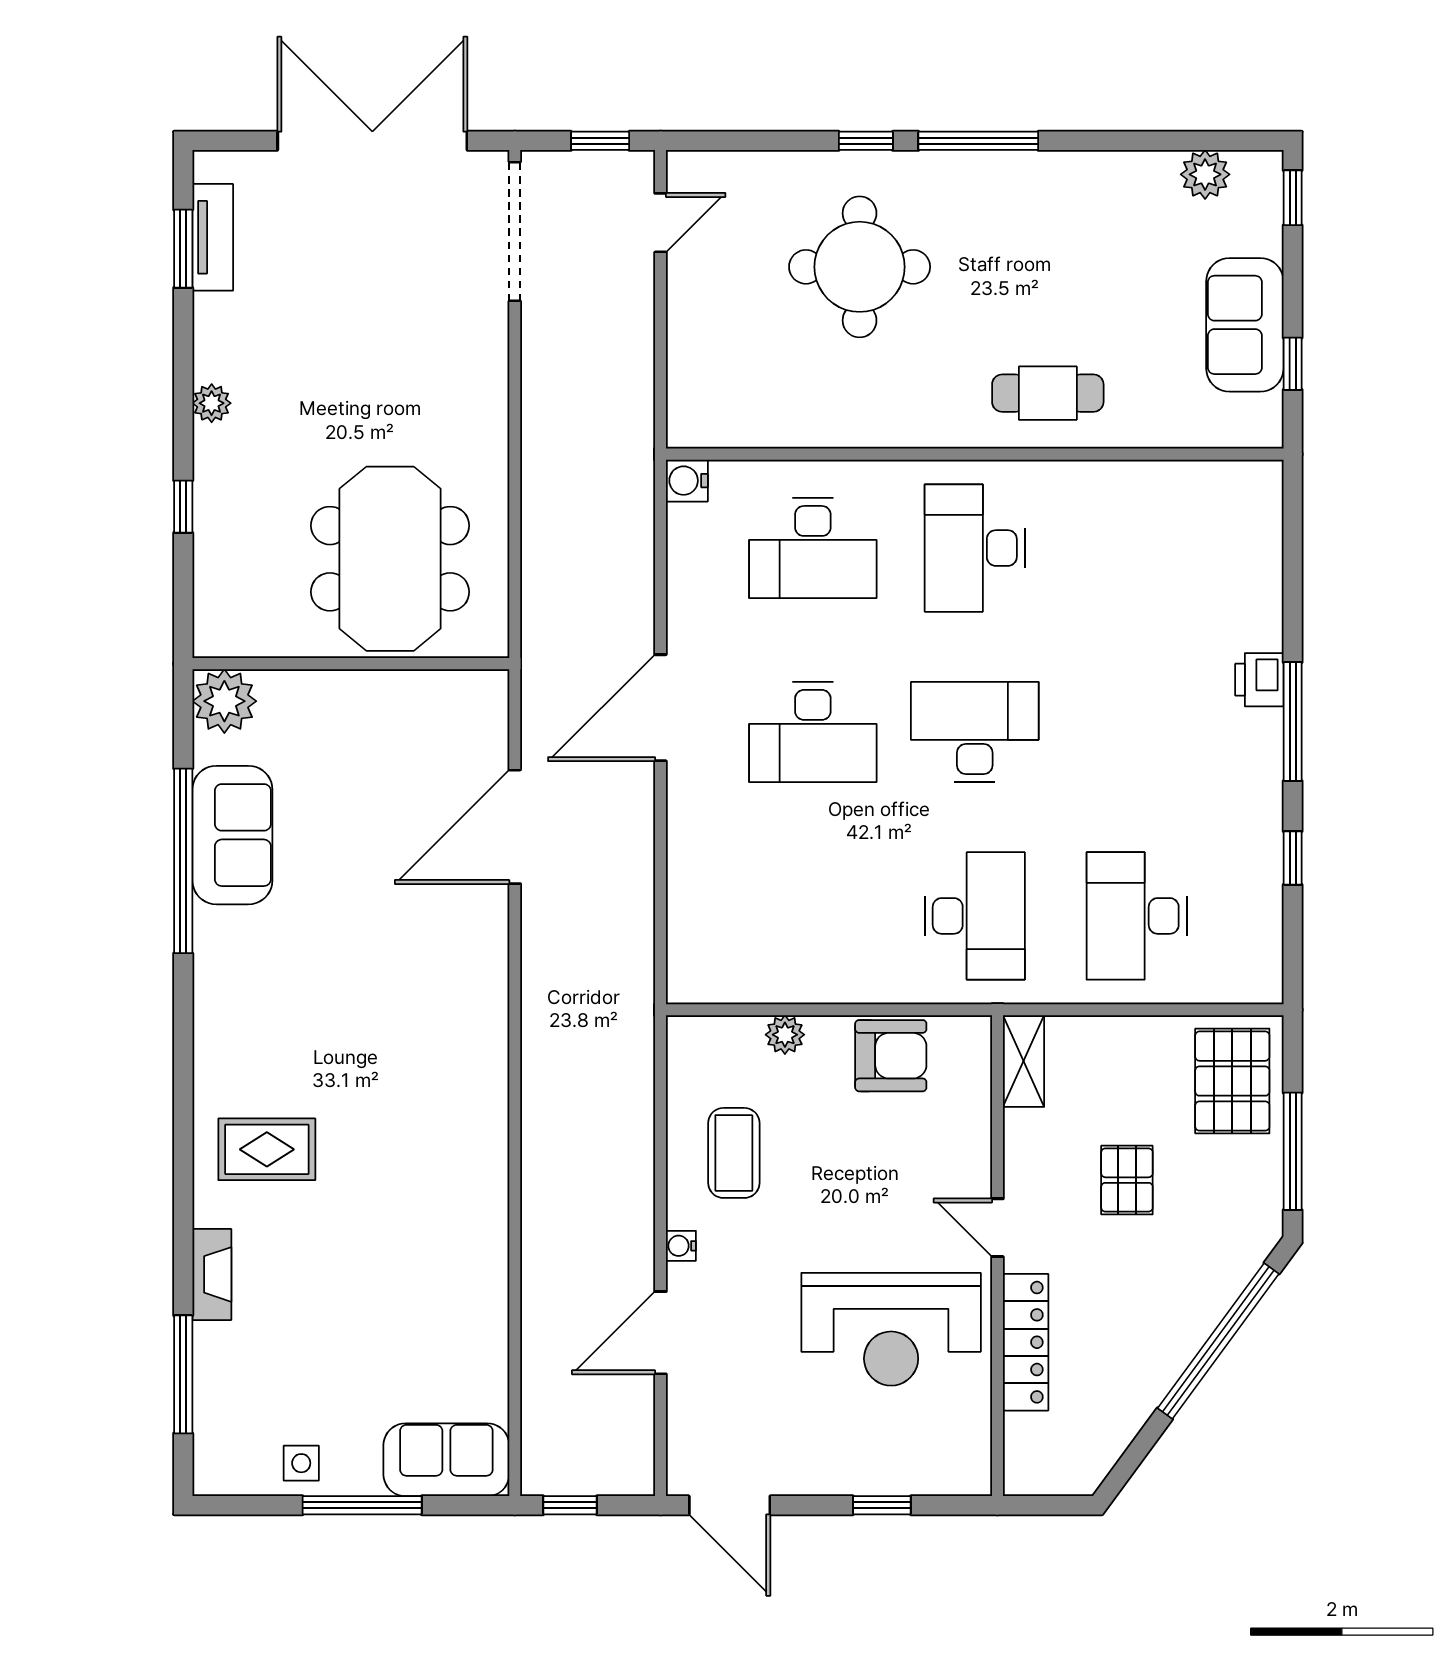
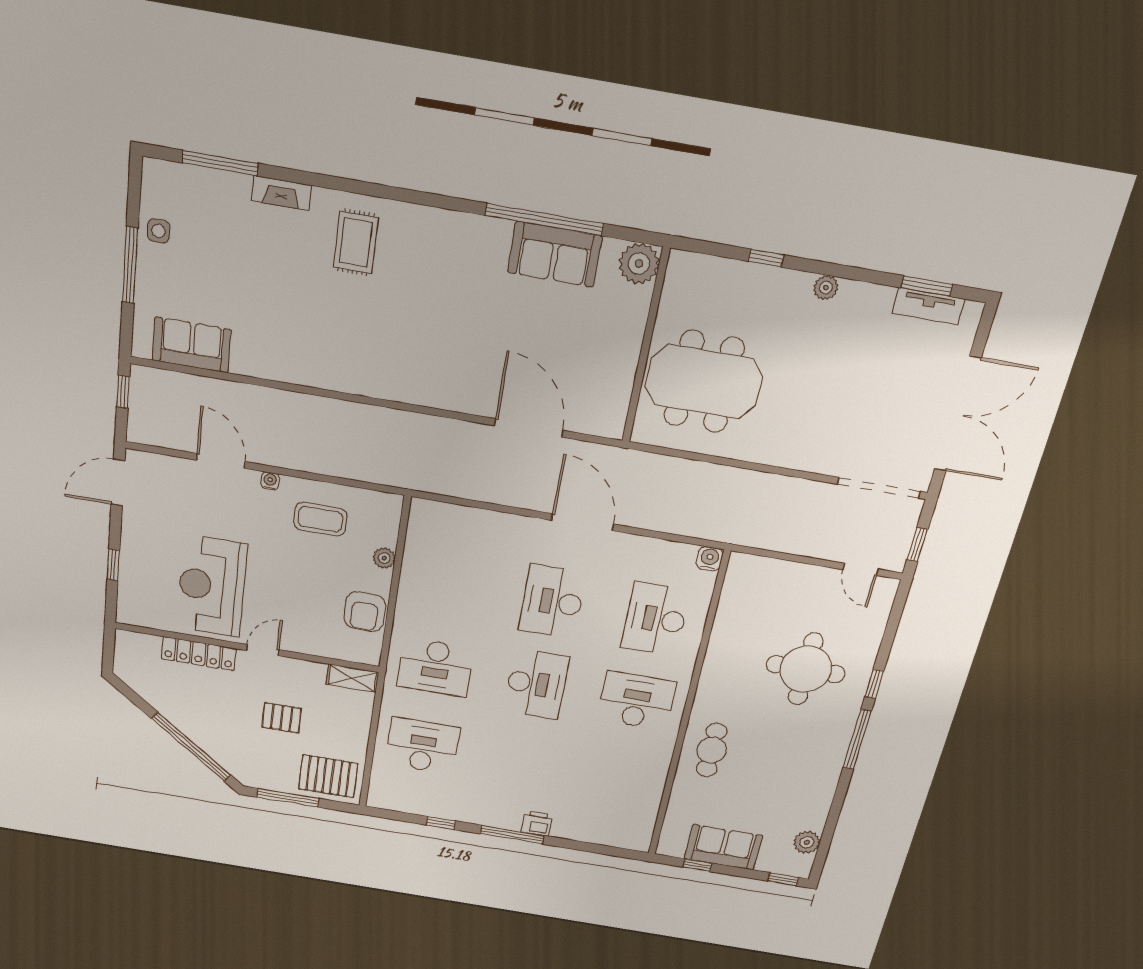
sofa: (446, 1460) -> (192, 345), moved, turned -90

